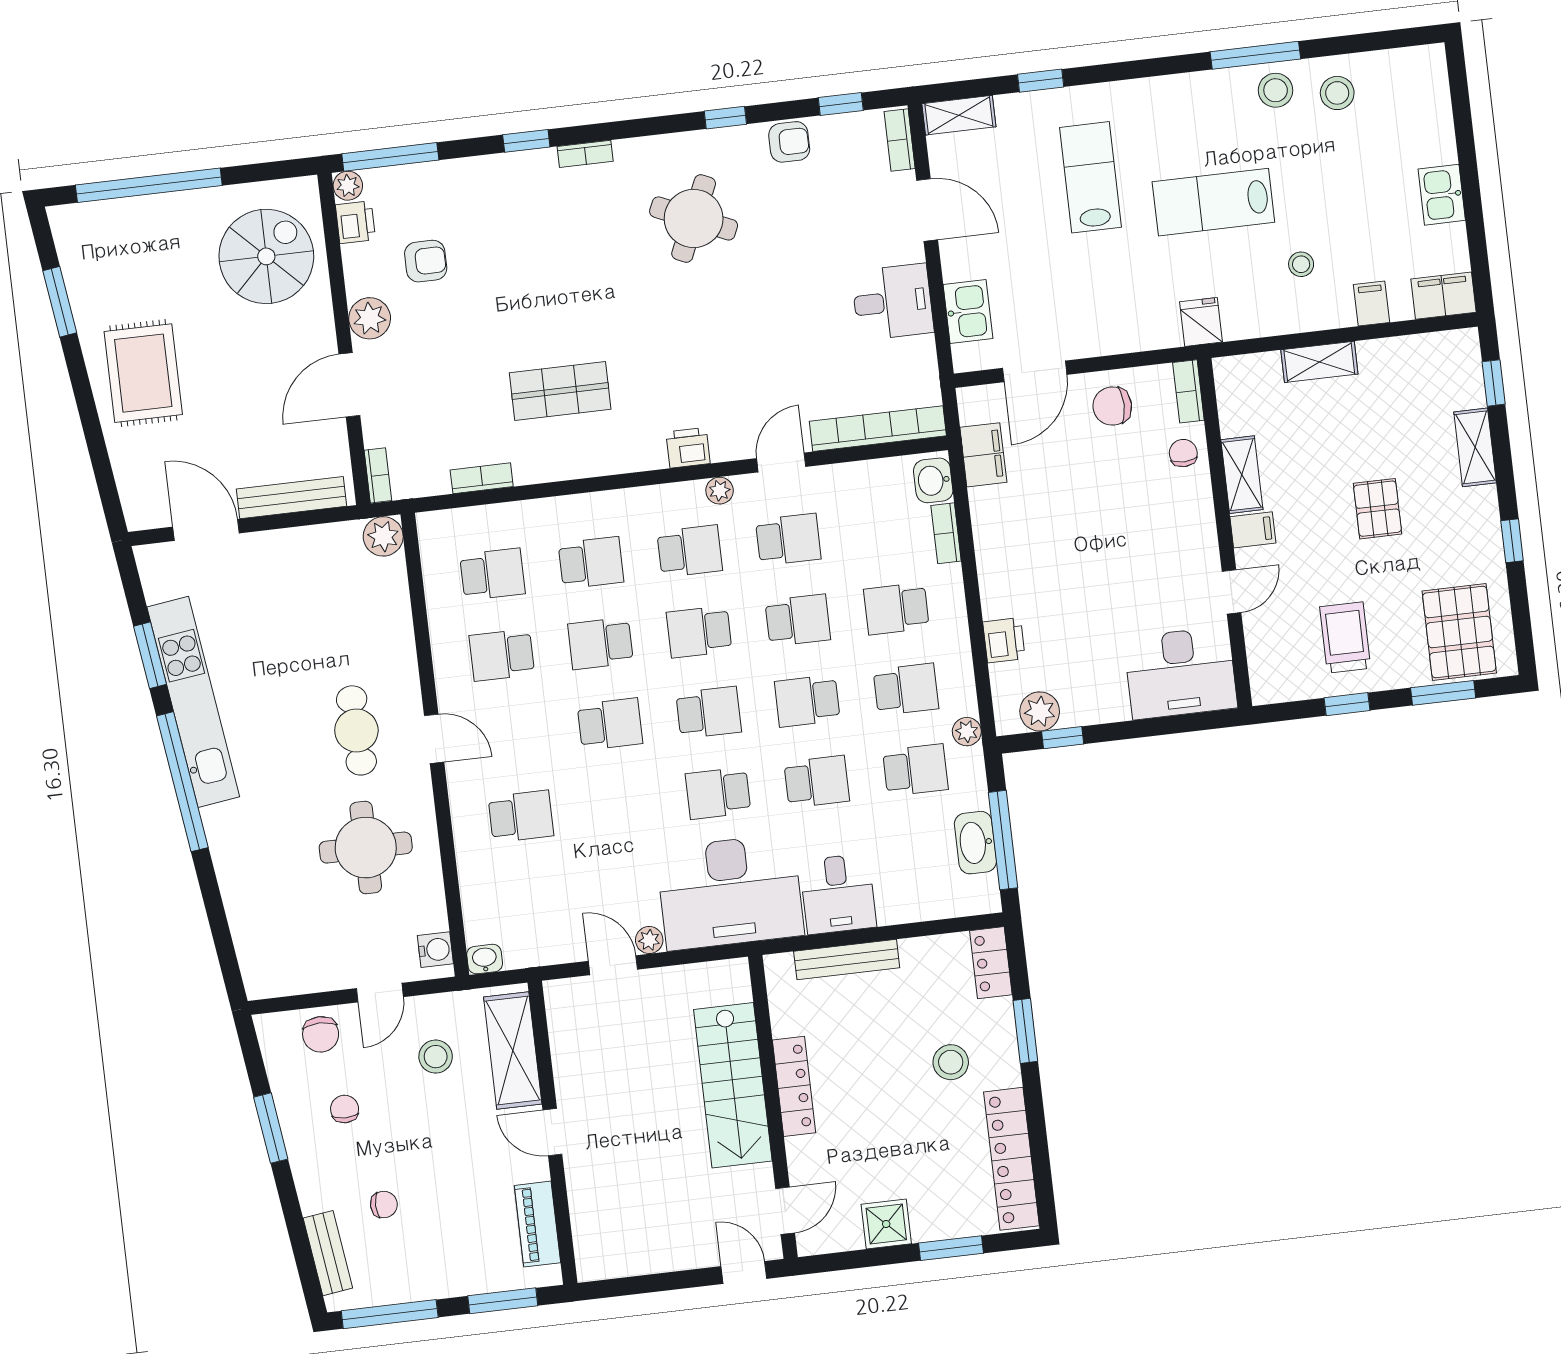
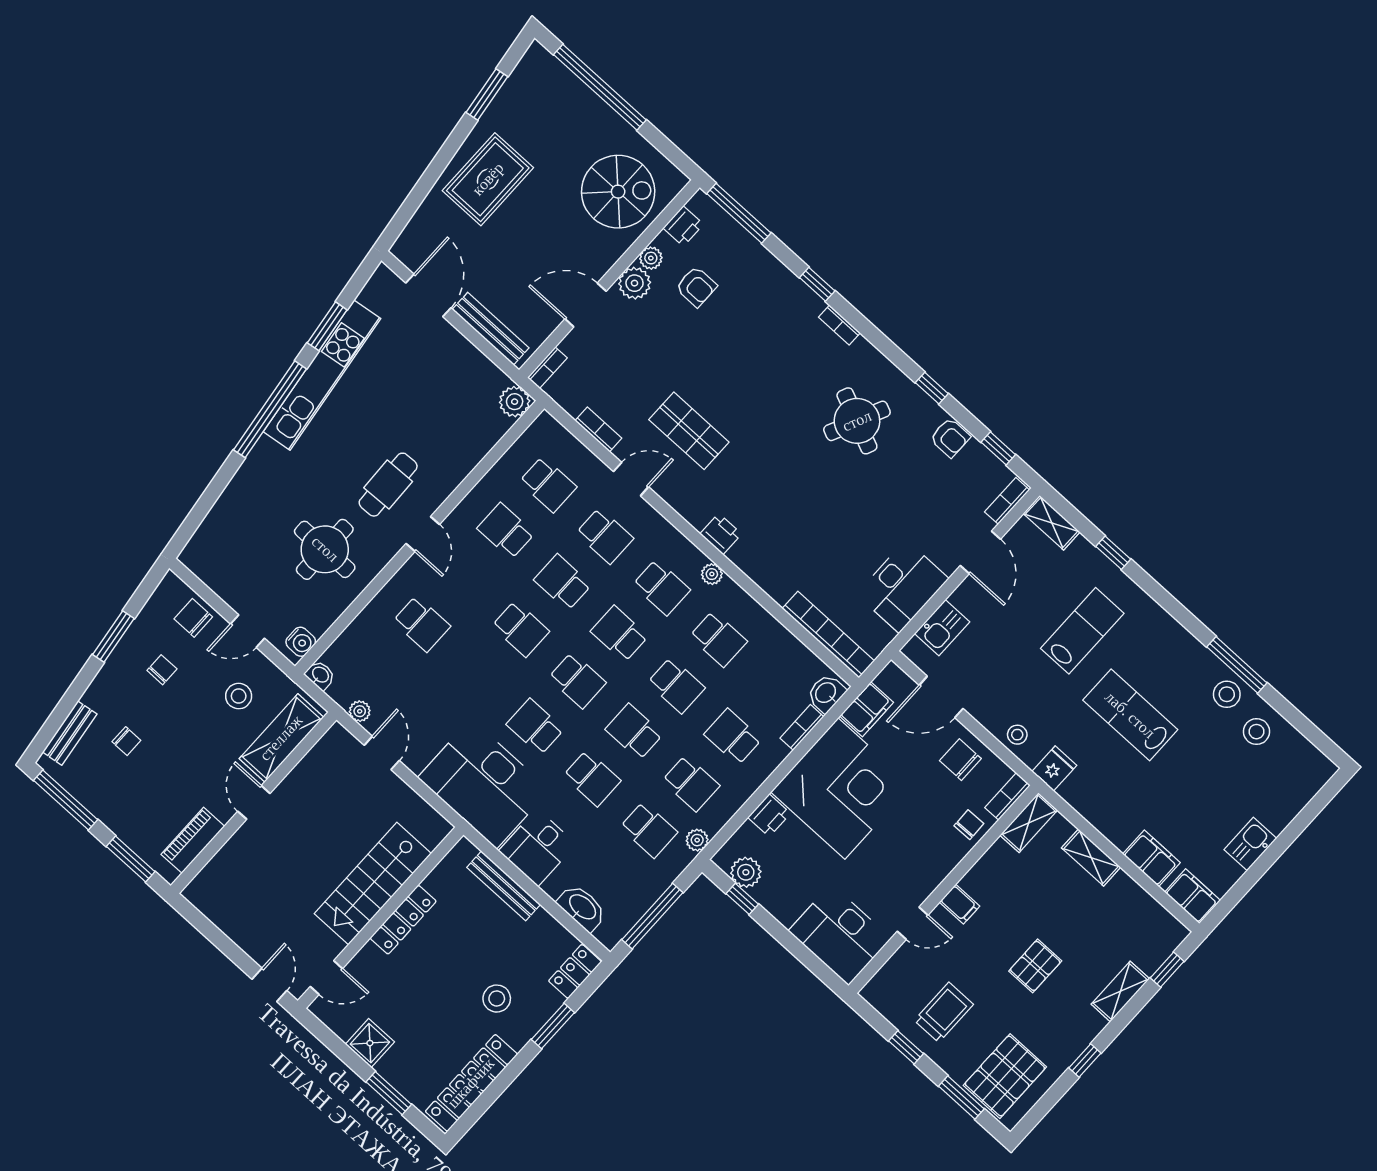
plant: (348, 186) -> (651, 258), moved
stool: (1301, 264) -> (1017, 735), moved
desk: (893, 302) -> (903, 586), width x1.37
filing cabinet: (1371, 303) -> (1151, 858), width x2.00
door: (781, 462) -> (631, 479), moved
shelving: (1242, 475) -> (1029, 823), moved
corner desk: (1039, 547) -> (841, 789), added
washbasin: (975, 843) -> (582, 907), moved, turned 90
plant: (649, 940) -> (360, 711), moved
chair: (321, 1034) -> (193, 618), turned 90

